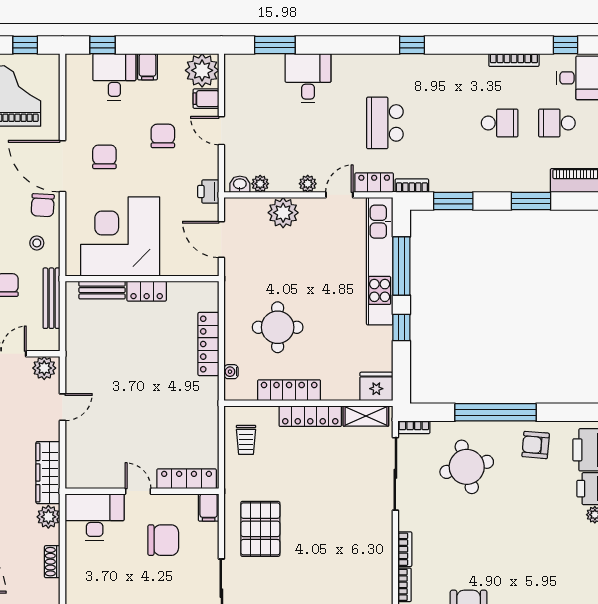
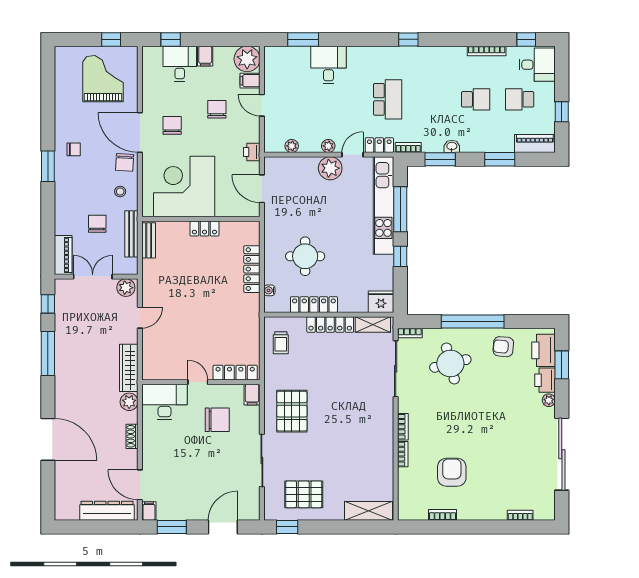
school desk: (385, 123) -> (388, 99), turned 180
washbasin: (240, 184) -> (452, 146), moved
plant: (283, 213) -> (330, 168), moved
bench: (102, 290) -> (149, 240), moved, turned 90

